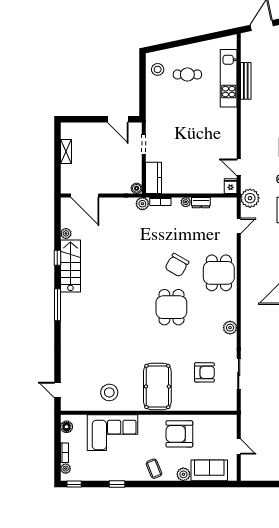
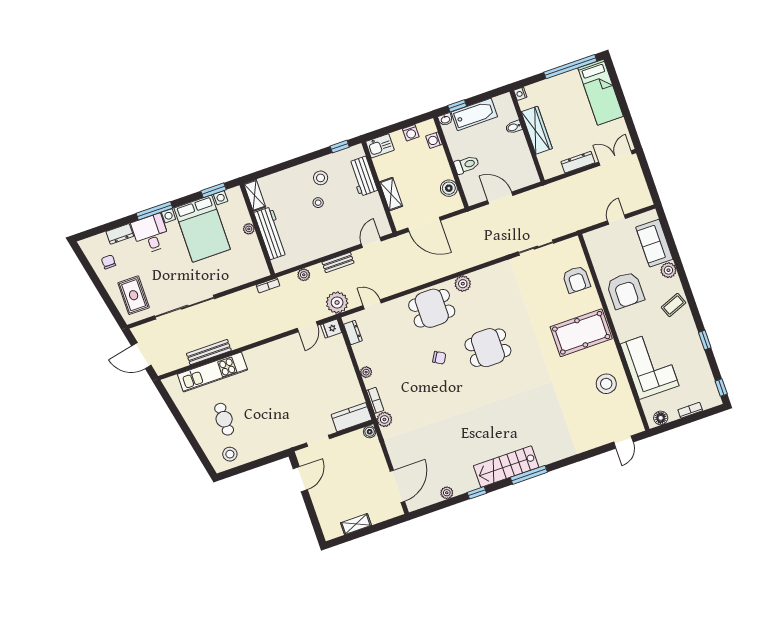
dresser: (201, 203) -> (353, 333), moved
chair: (177, 265) -> (439, 358), width x0.54, depth x0.54
stairs: (70, 266) -> (506, 467), moved
plant: (230, 328) -> (463, 284), moved
armchair: (204, 372) -> (576, 279), moved, turned 180
plant: (66, 469) -> (707, 403), removed

